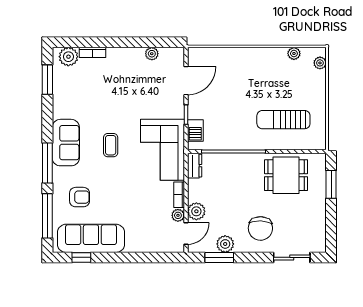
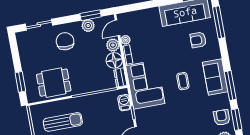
armchair: (67, 86) -> (222, 117), added
window: (47, 163) -> (230, 85), moved
floor lamp: (199, 190) -> (114, 60), added

